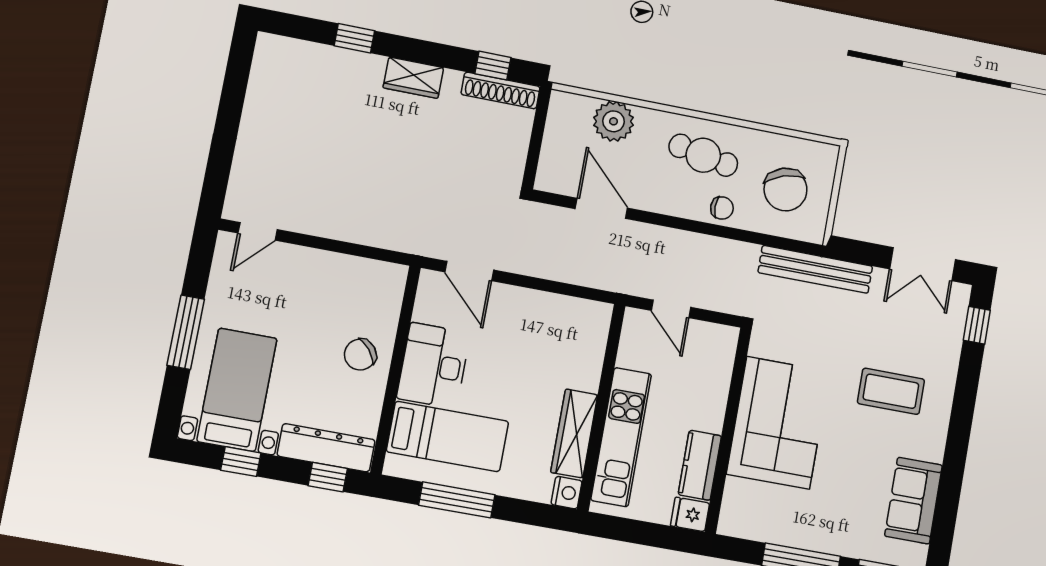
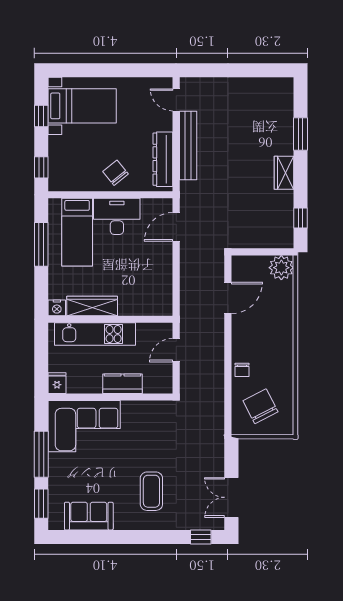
window: (354, 38) -> (301, 134), width x1.50
shoe rack: (501, 90) -> (287, 225), removed
plant: (613, 121) -> (281, 268), moved
cafe table: (703, 155) -> (272, 353), removed
chair: (786, 189) -> (261, 406), turned 81
bench: (815, 269) -> (188, 145), moved
window: (186, 332) -> (110, 70), removed
corner sofa: (778, 423) -> (84, 426), moved
dresser: (326, 448) -> (163, 159), moved, turned 180
kitchen counter: (700, 465) -> (123, 384), moved

